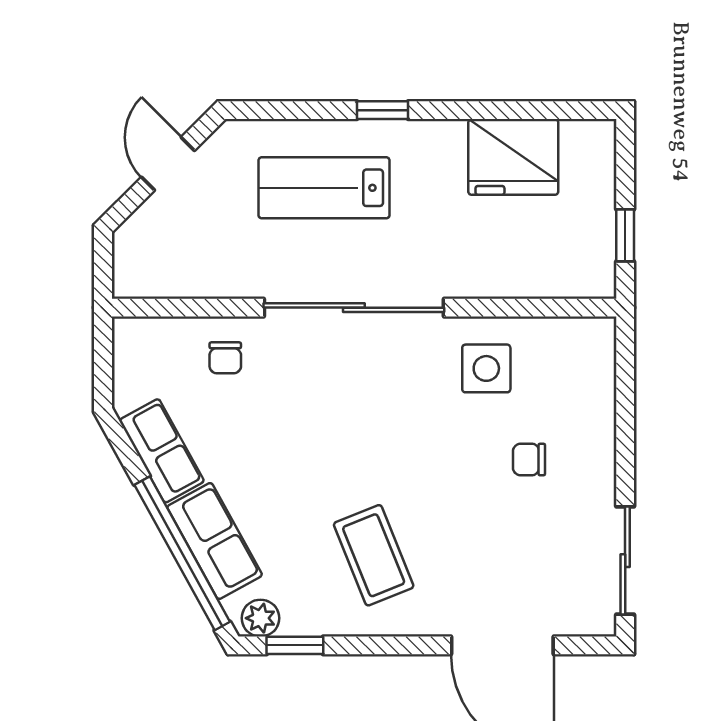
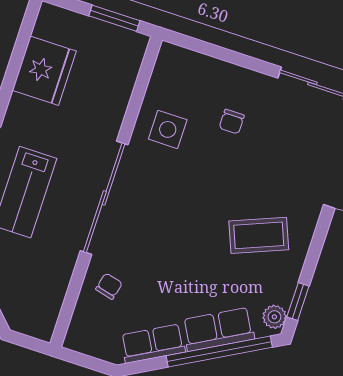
window: (625, 235) -> (114, 18), width x1.50
chair: (225, 358) -> (109, 286), turned -76

